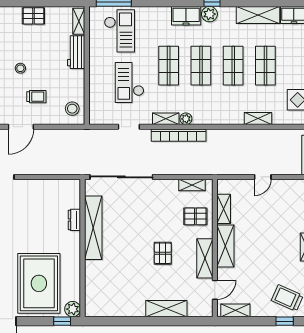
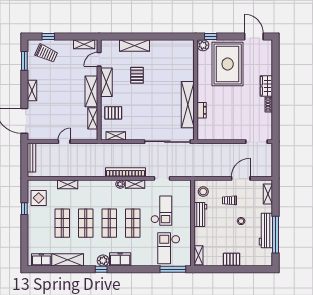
workbench: (76, 52) -> (200, 215), moved
pallet: (163, 253) -> (137, 75), moved

